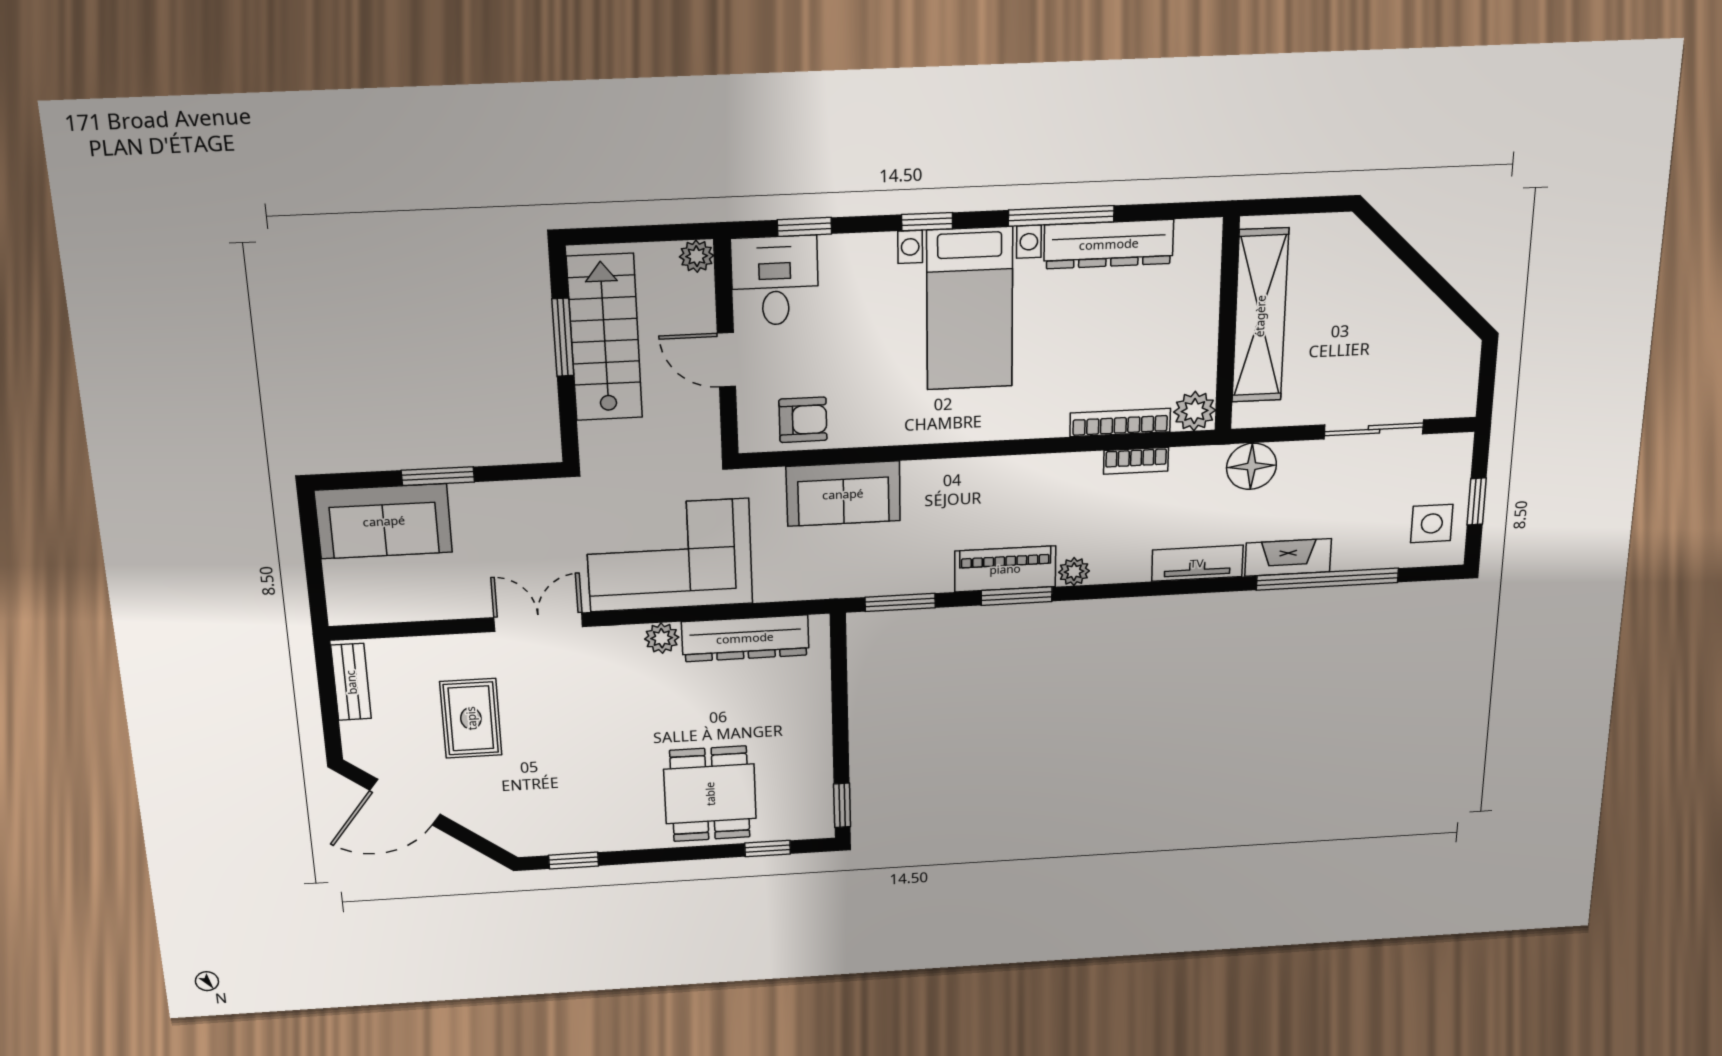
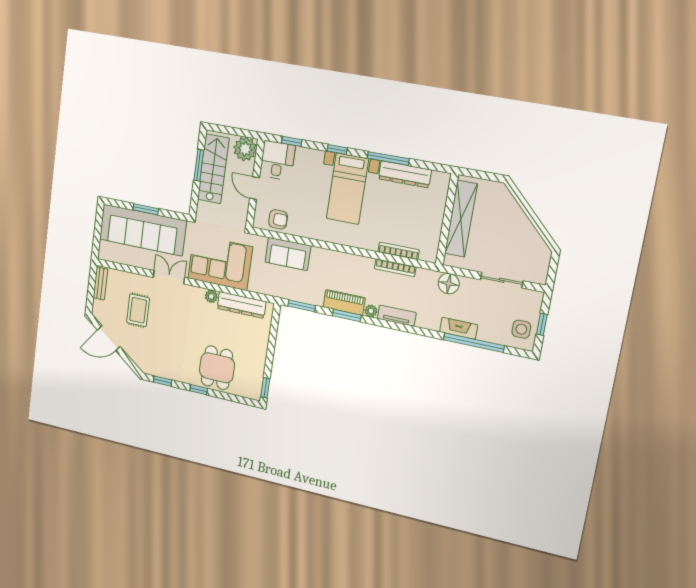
plant: (697, 256) -> (245, 149), width x1.88, depth x1.88
plant: (1195, 411) -> (429, 253), removed
bookcase: (1136, 461) -> (395, 268), width x1.56
sofa: (384, 521) -> (143, 230), width x1.85, depth x1.27
tv unit: (1197, 563) -> (397, 316), moved
window: (768, 849) -> (199, 390), moved

